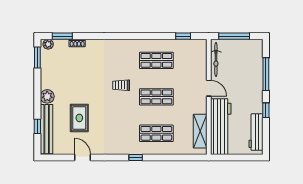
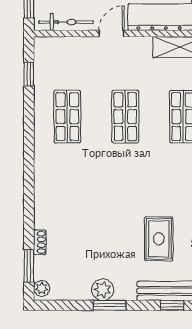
window: (37, 58) -> (110, 305), moved
trolley: (121, 85) -> (107, 172), removed
plant: (47, 96) -> (103, 290), moved
rug: (79, 118) -> (159, 239), turned 90

